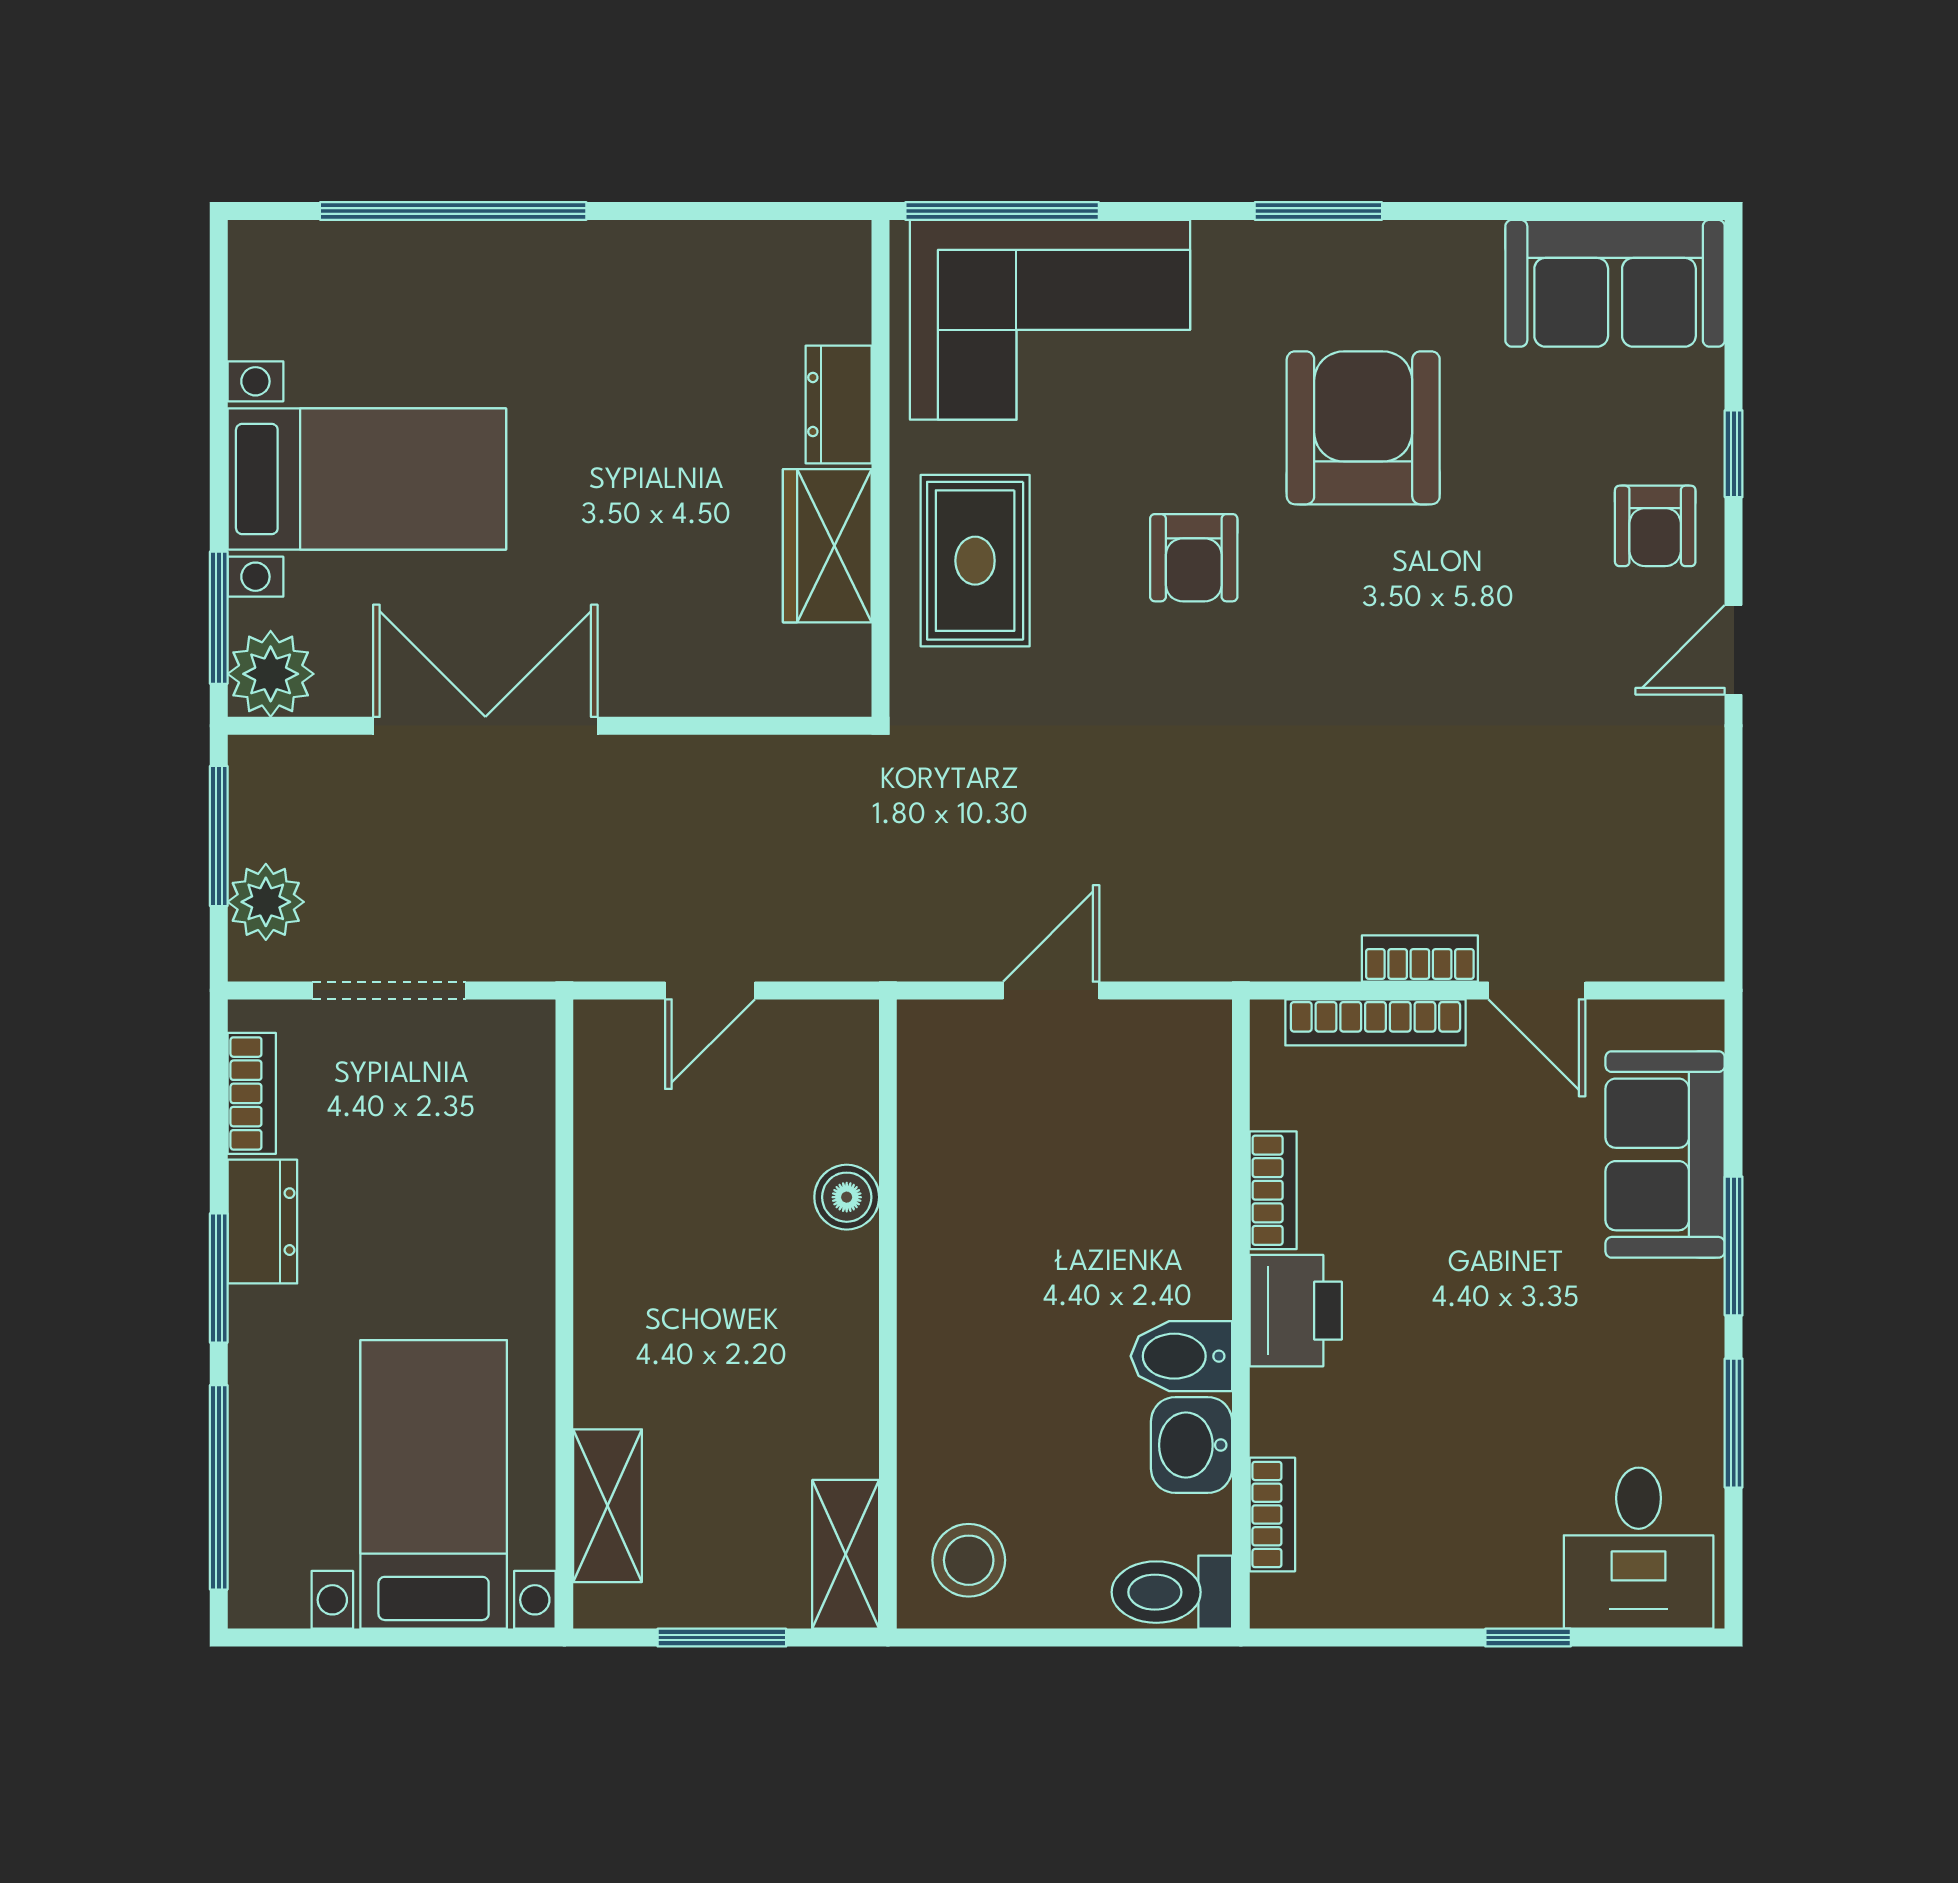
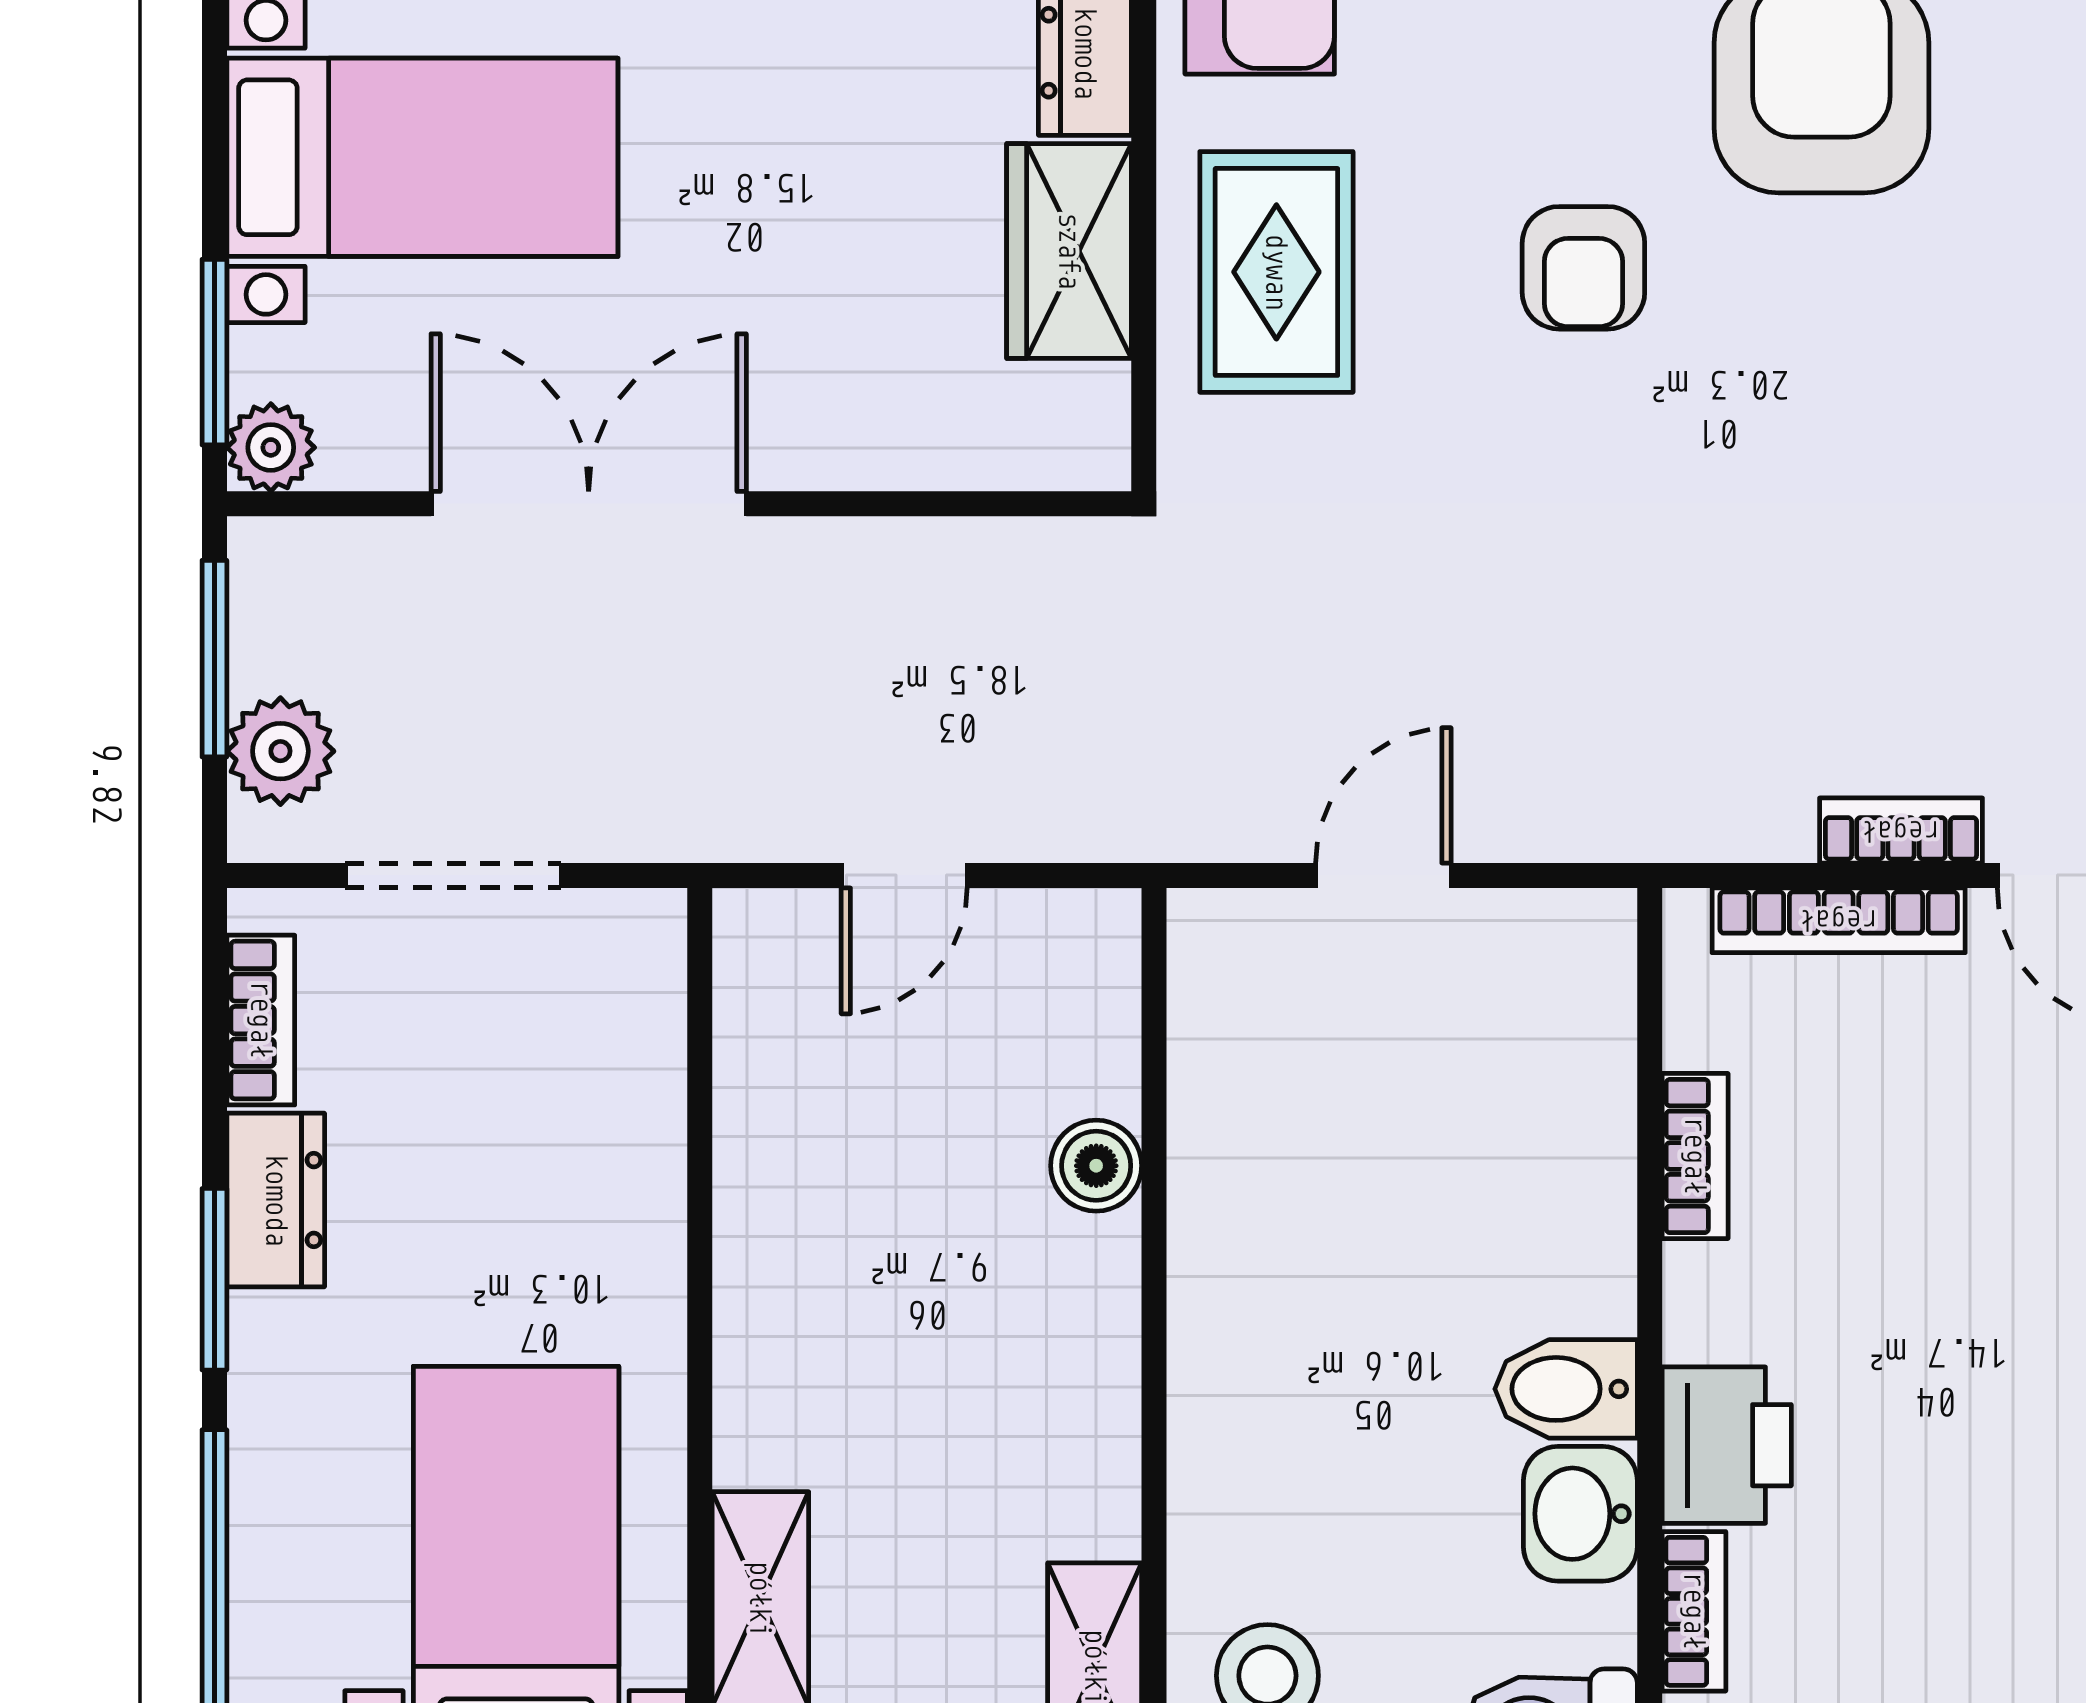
plant: (271, 674) -> (271, 447), width x0.73, depth x0.73
printer: (1296, 1311) -> (1727, 1445), moved

